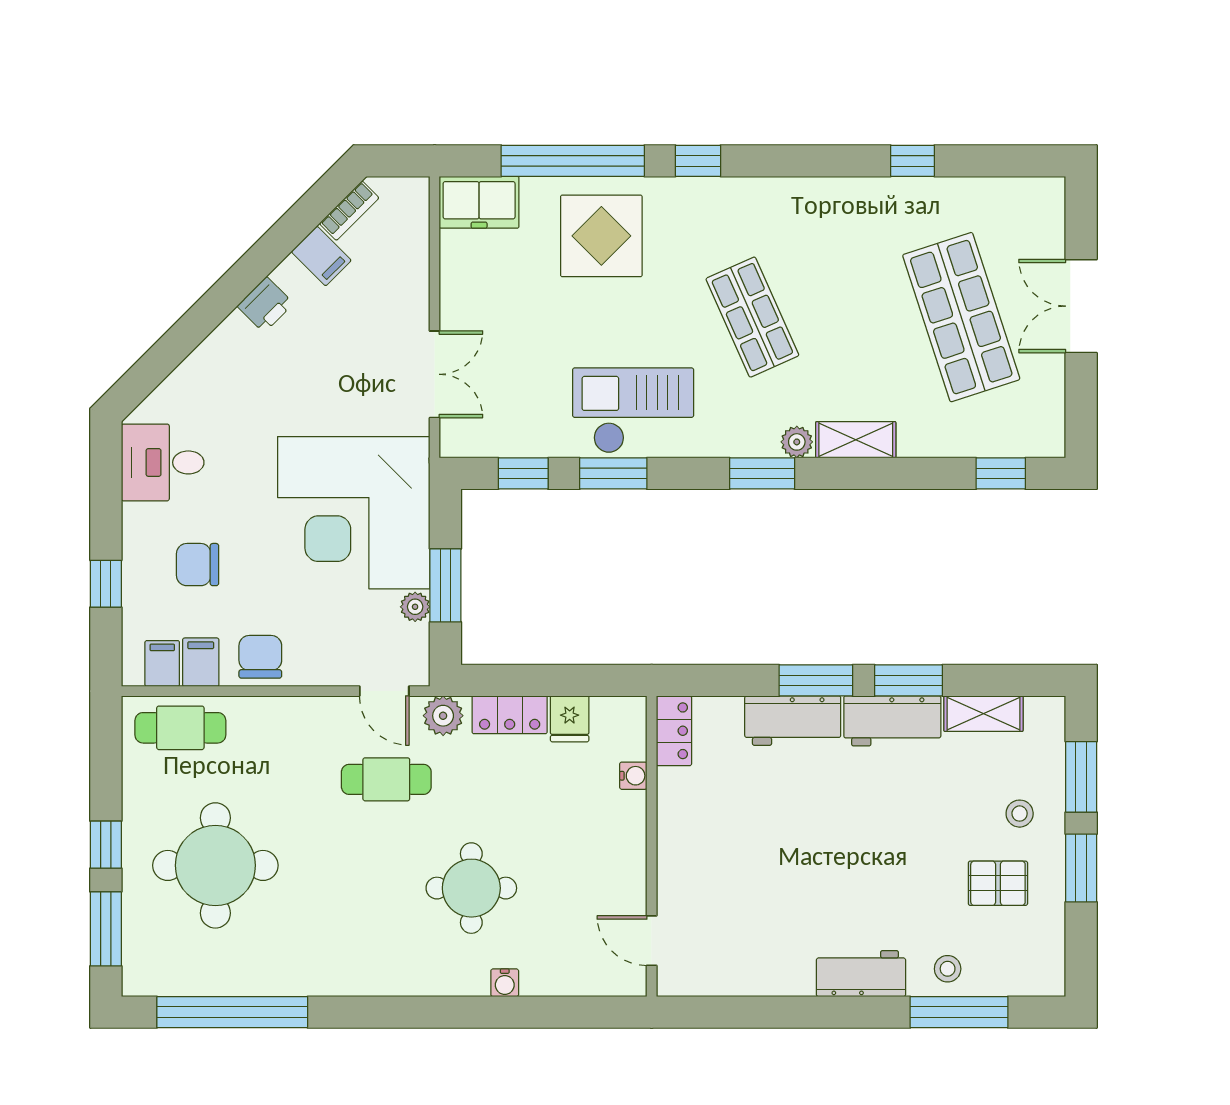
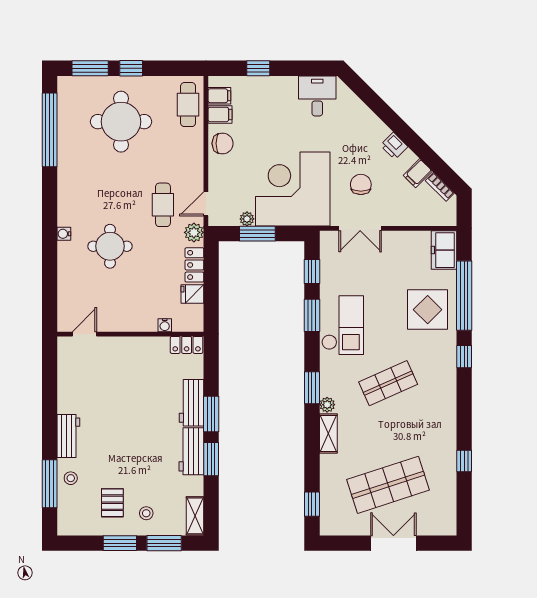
chair: (198, 565) -> (361, 184), moved
shelving: (983, 714) -> (195, 516), moved
water cooler: (505, 983) -> (64, 234), moved

